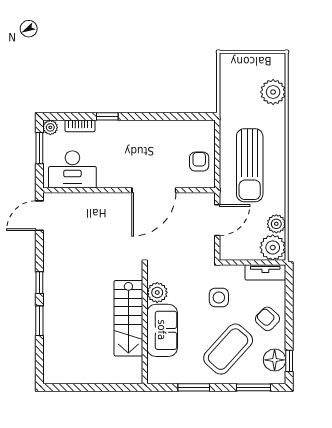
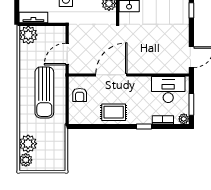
rug: (151, 137) -> (114, 112), added
sun lounger: (250, 165) -> (44, 92), turned 180
plant: (276, 224) -> (26, 160), moved

